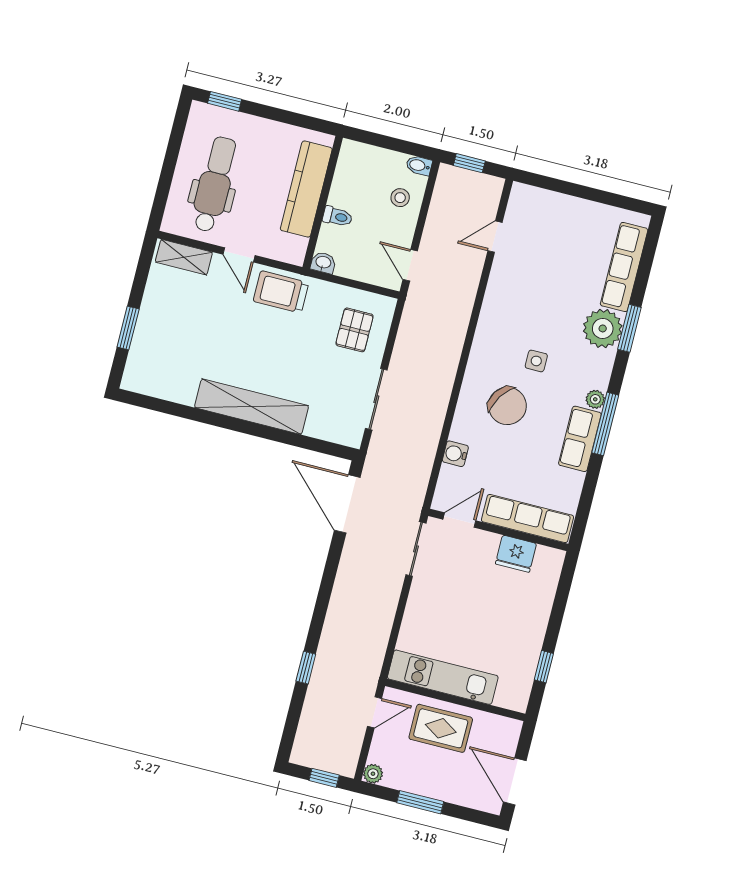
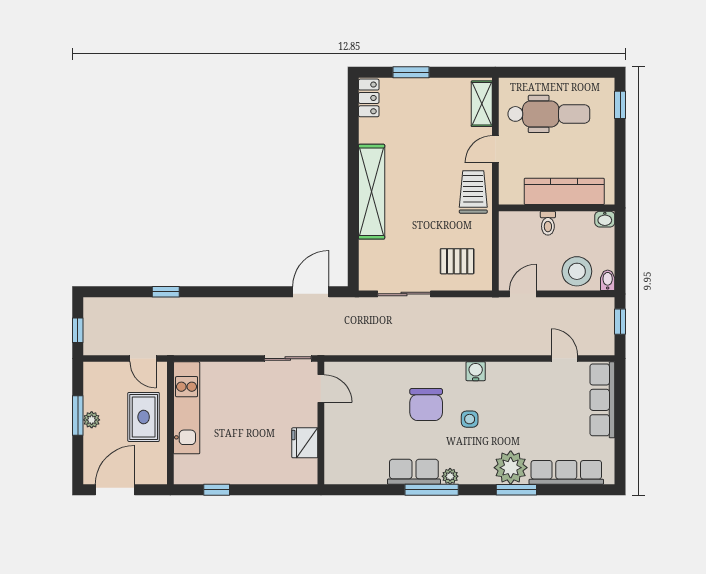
stool: (400, 198) -> (577, 271), width x1.89, depth x1.89
washbasin: (323, 263) -> (605, 219), moved, turned 90
locker: (145, 383) -> (369, 98), added
chair: (507, 406) -> (426, 404), turned -33
water cooler: (455, 454) -> (476, 371), moved
door: (347, 504) -> (311, 292), width x0.73
row of seats: (527, 519) -> (602, 400), moved, turned 180
plant: (373, 774) -> (92, 420), moved

